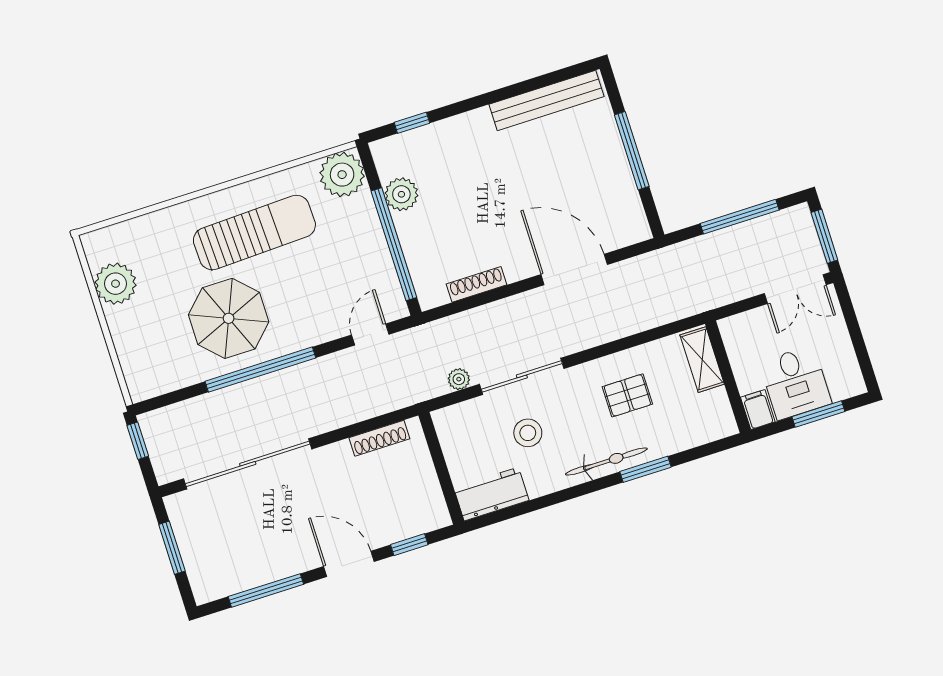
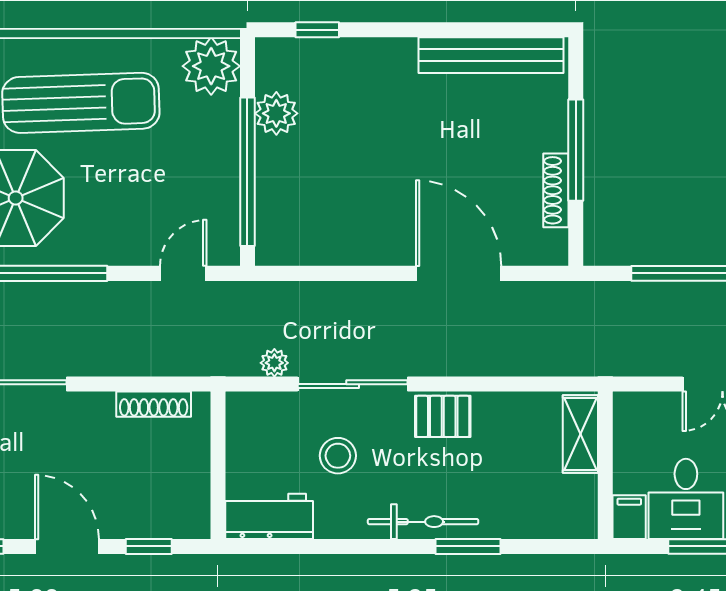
shoe rack: (477, 284) -> (556, 190), moved, turned -90
pallet: (627, 395) -> (443, 416), moved

